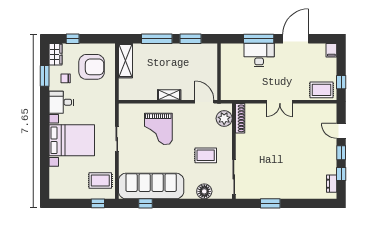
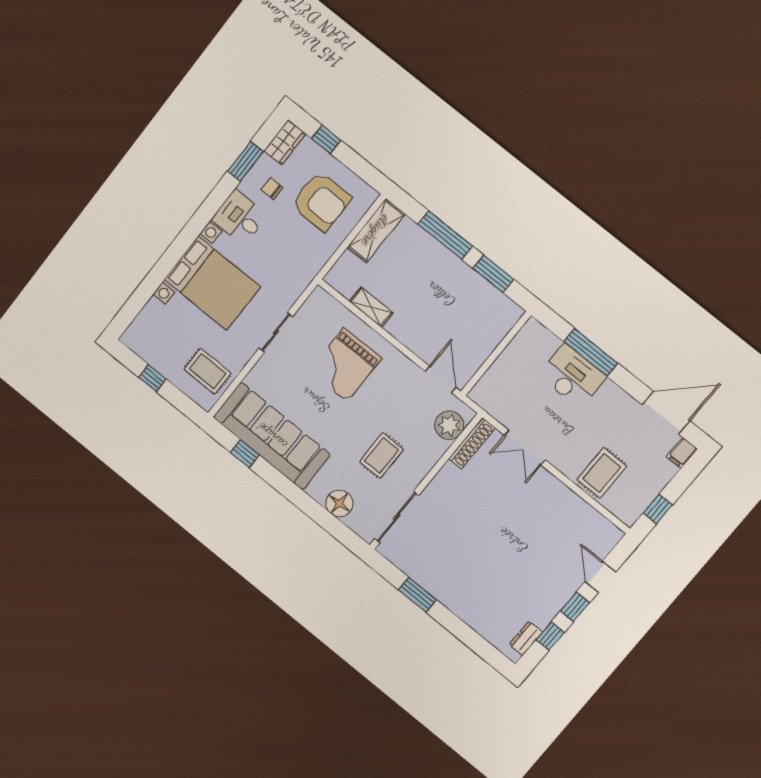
door: (296, 39) -> (666, 413), moved
rug: (322, 90) -> (602, 473), moved, turned 90
shelving: (169, 95) -> (371, 307), moved
double door: (280, 102) -> (525, 448), moved
rug: (206, 155) -> (382, 455), turned 90
window: (98, 203) -> (152, 378), moved

